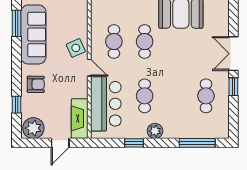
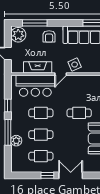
cafe table: (114, 41) -> (41, 135), moved
window: (17, 105) -> (35, 23), width x2.17
fireplace: (80, 118) -> (38, 67), moved
plant: (155, 131) -> (16, 141), moved
window: (197, 143) -> (8, 132), moved

